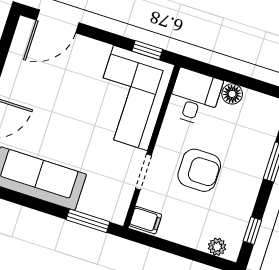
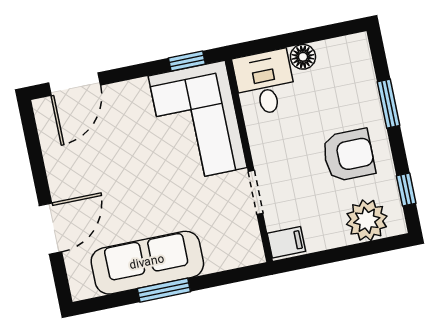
armchair: (199, 170) -> (349, 155), moved
window: (88, 221) -> (164, 290), moved
plant: (217, 247) -> (367, 220), width x1.88, depth x1.88

